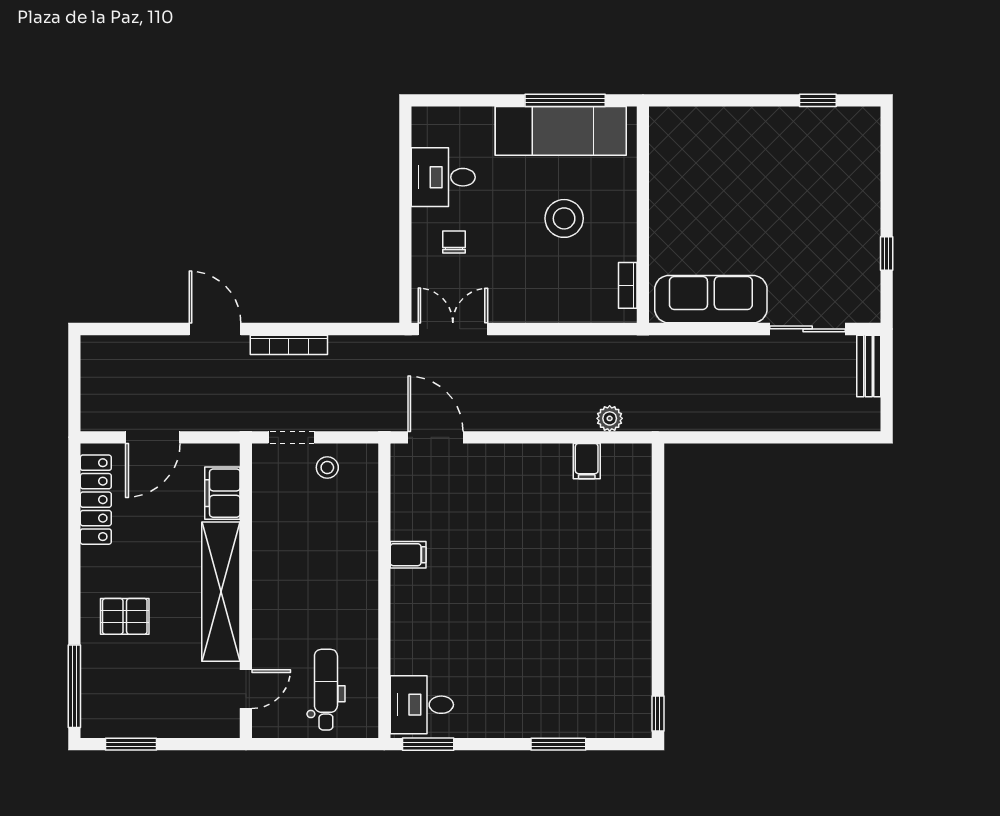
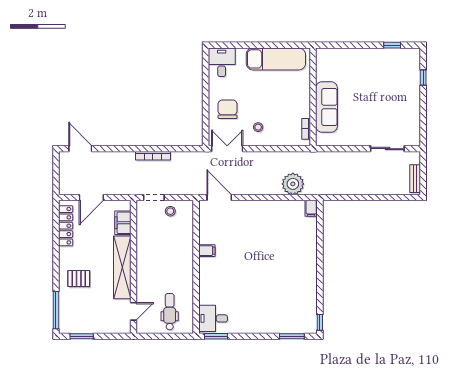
window: (565, 100) -> (278, 45), removed
desk: (443, 177) -> (222, 62), moved, turned 90
stool: (564, 218) -> (258, 127), moved, width x0.53, depth x0.53
chair: (454, 242) -> (228, 109), width x1.87, depth x1.87
window: (887, 254) -> (423, 78), moved
sofa: (711, 299) -> (327, 107), moved, turned 90
door: (215, 329) -> (80, 149), moved
bench: (869, 366) -> (415, 179), moved
plant: (610, 418) -> (293, 184), width x1.88, depth x1.88
filing cabinet: (587, 461) -> (311, 208), moved
window: (558, 744) -> (292, 336), moved

